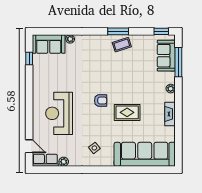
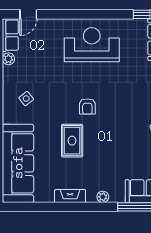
reception desk: (59, 113) -> (92, 45), moved

